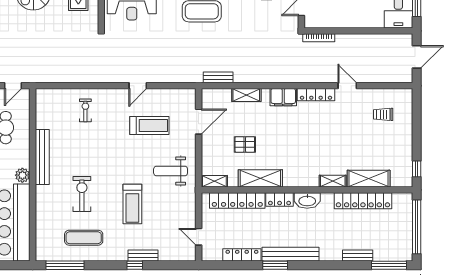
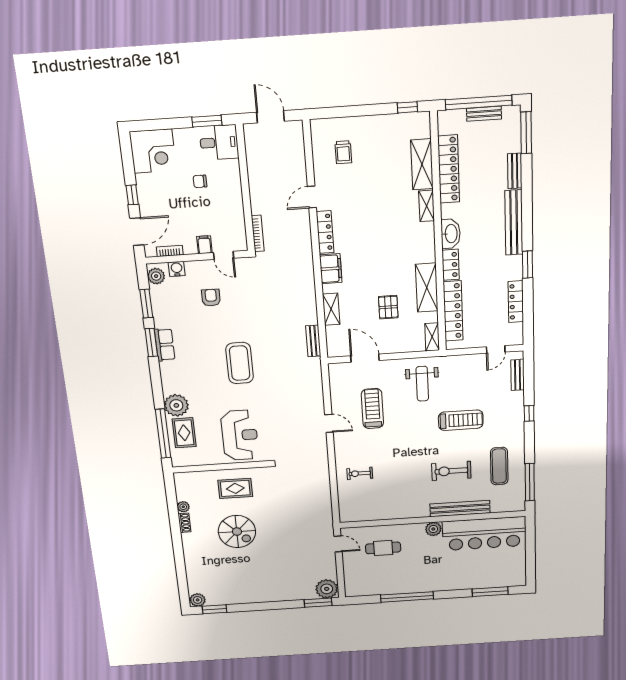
bench: (42, 157) -> (460, 509), moved
bench: (407, 231) -> (484, 114), added
bench: (290, 254) -> (514, 223), moved
bench: (143, 256) -> (518, 375), moved

